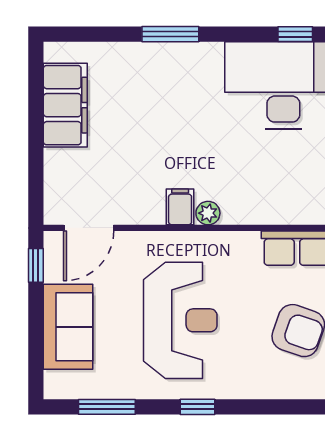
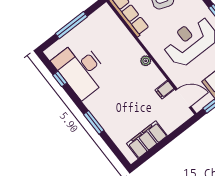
filing cabinet: (180, 207) -> (165, 90), moved

